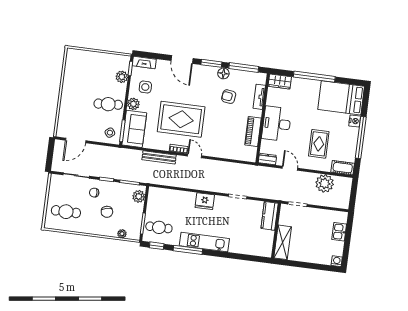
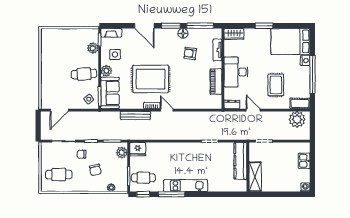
window: (314, 77) -> (264, 26), width x0.47
plant: (325, 183) -> (297, 119), moved
fridge: (205, 201) -> (138, 149), moved
kitchen counter: (270, 216) -> (240, 161), width x1.50

